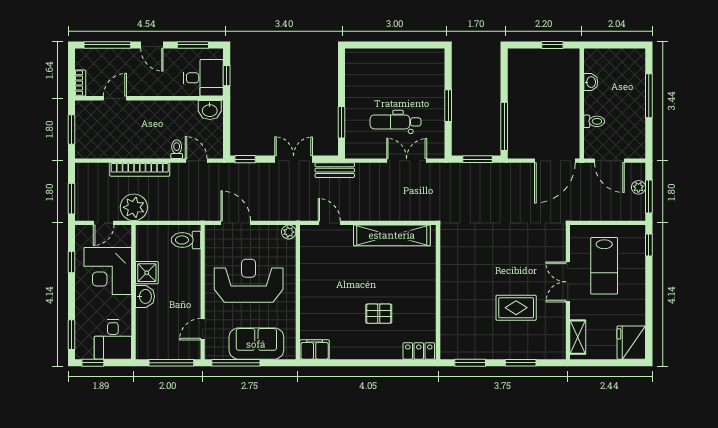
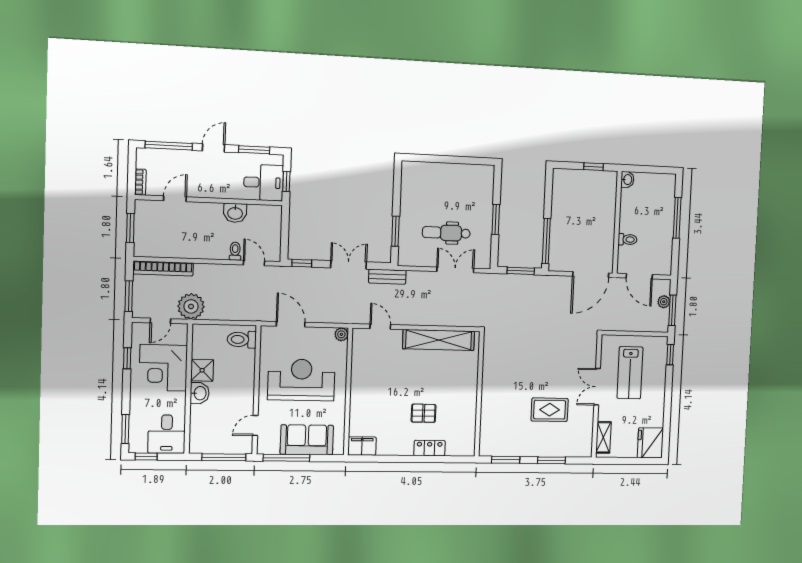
door: (152, 45) -> (214, 148), swing flipped
washbasin: (591, 82) -> (627, 180), moved
washbasin: (210, 110) -> (235, 213), moved
bookcase: (140, 169) -> (163, 268), moved
locker: (419, 351) -> (430, 448), moved

